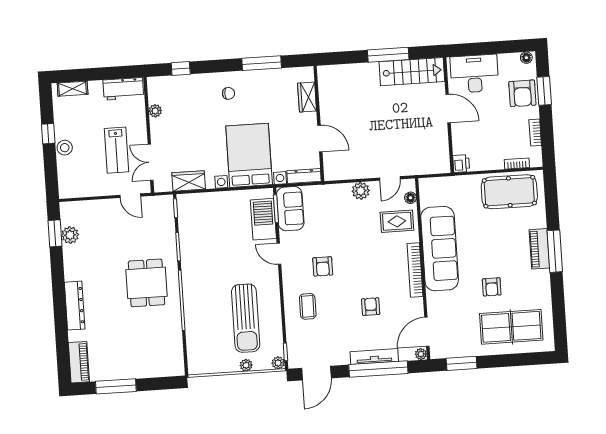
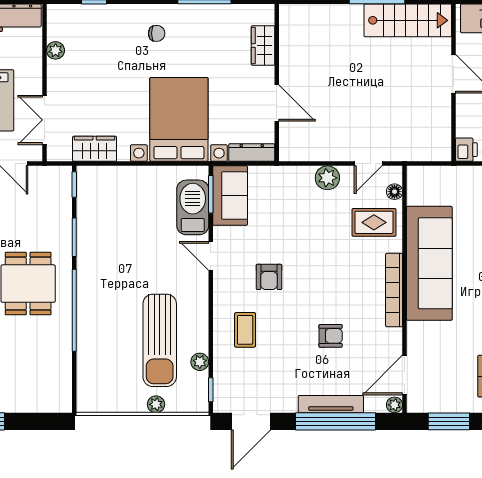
armchair: (371, 307) -> (331, 336), turned 90
plant: (278, 363) -> (200, 362), moved

